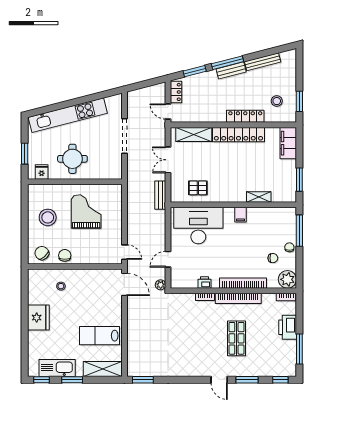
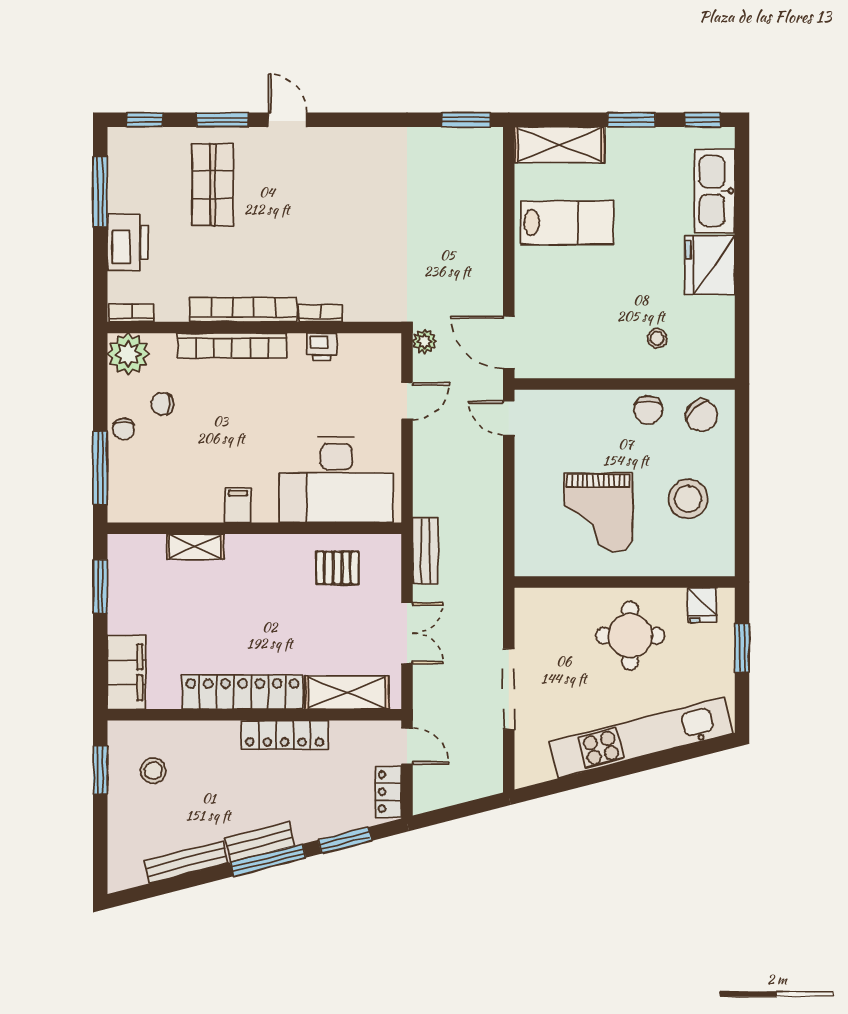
locker: (245, 116) -> (285, 735), moved
shop shelf: (236, 338) -> (213, 185), moved
kitchen sink: (57, 368) -> (715, 191), moved, turned 90

